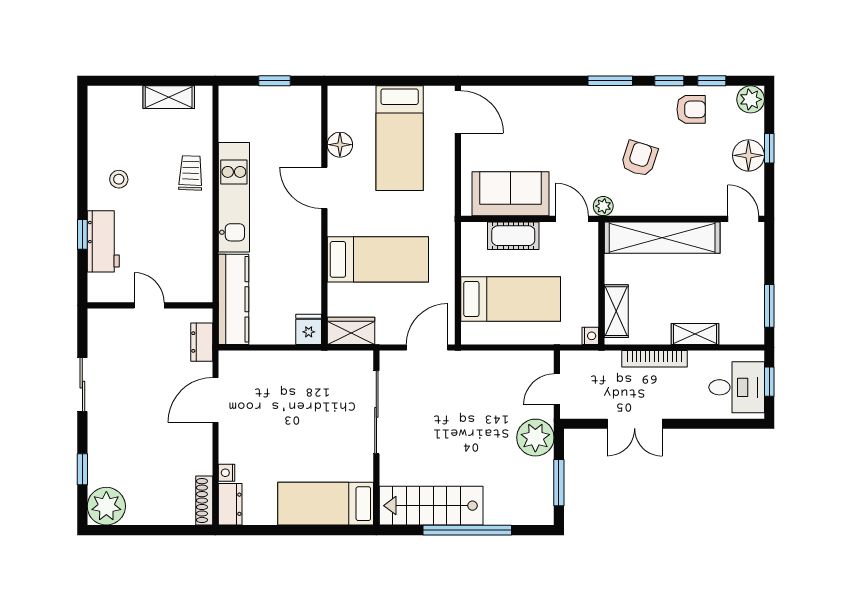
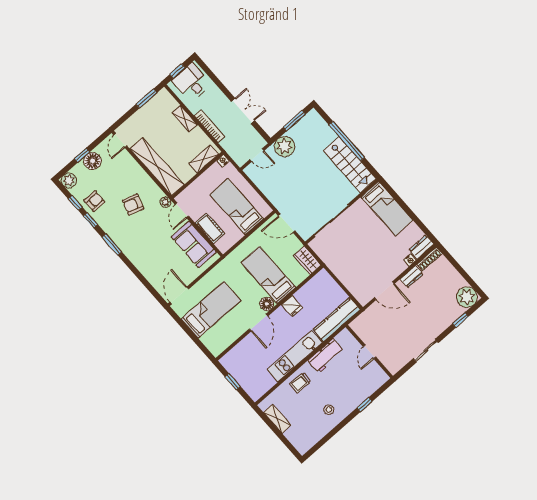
armchair: (691, 109) -> (94, 201), turned 90
floor lamp: (340, 145) -> (267, 304), moved
workbench: (103, 241) -> (326, 356), moved, turned 180
fridge: (309, 329) -> (292, 306), moved, turned -90
dresser: (202, 342) -> (412, 277), moved

